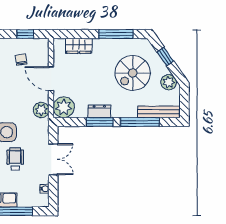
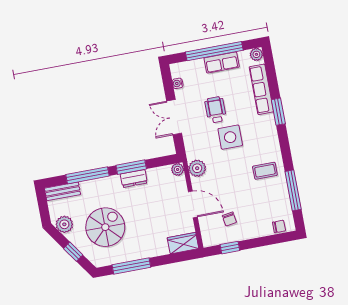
wardrobe: (79, 46) -> (183, 243), moved
plant: (64, 107) -> (178, 169), width x0.53, depth x0.53
bench: (159, 112) -> (63, 191), width x0.73
wheelchair: (15, 159) -> (216, 110), turned 180

